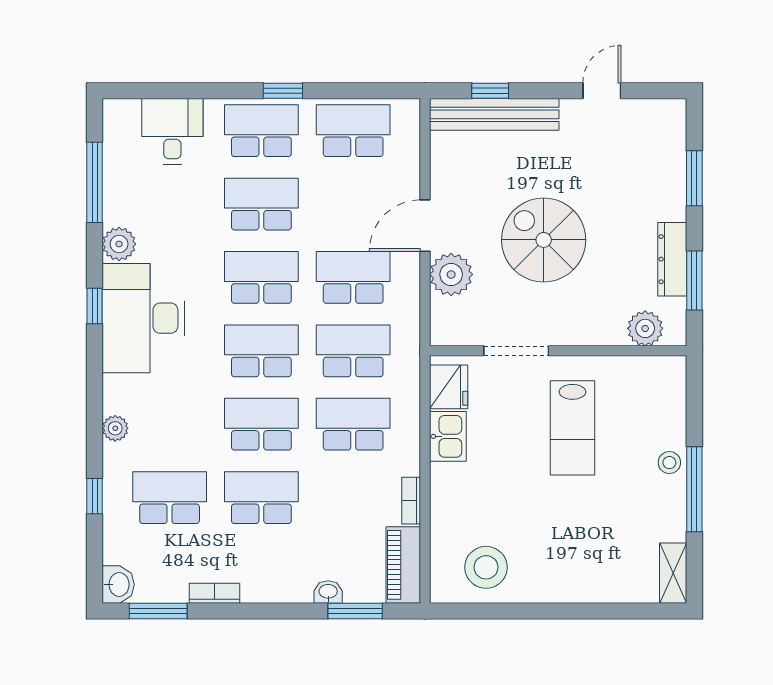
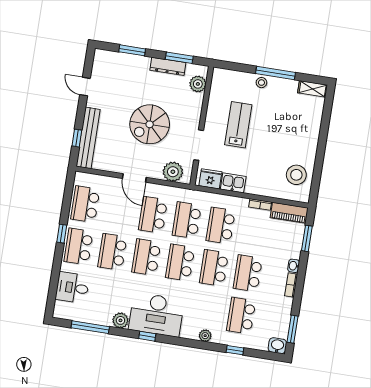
plant: (451, 274) -> (173, 172), moved
lab bench: (572, 428) -> (238, 125), turned -90
washbasin: (328, 592) -> (294, 266), moved
bookcase: (215, 593) -> (291, 285), moved

